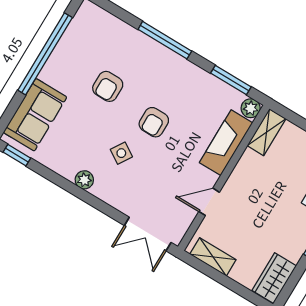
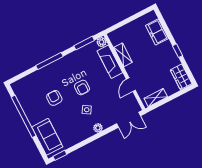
armchair: (108, 86) -> (54, 98), turned 180
shelving: (267, 132) -> (123, 55), moved
plant: (84, 180) -> (98, 128), moved

